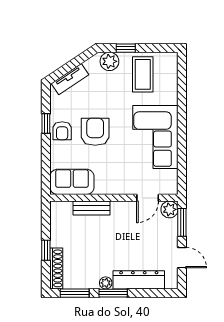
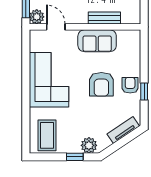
coffee table: (143, 74) -> (47, 135), moved
sofa: (72, 182) -> (97, 41), moved
door: (148, 198) -> (56, 27), hinge flipped

